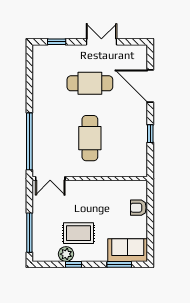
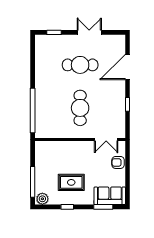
door: (150, 86) -> (127, 67), hinge flipped
double door: (50, 179) -> (106, 140), moved
plant: (66, 254) -> (42, 199), moved

